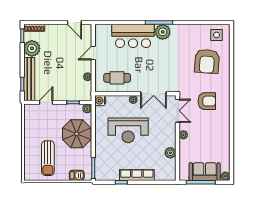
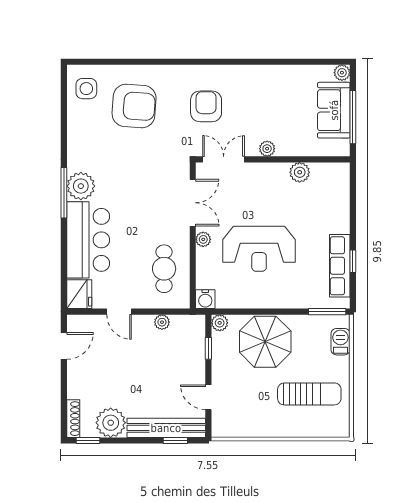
fridge: (103, 31) -> (79, 294), added
reception desk: (128, 130) -> (259, 249), turned 90
row of seats: (137, 175) -> (340, 266), moved

